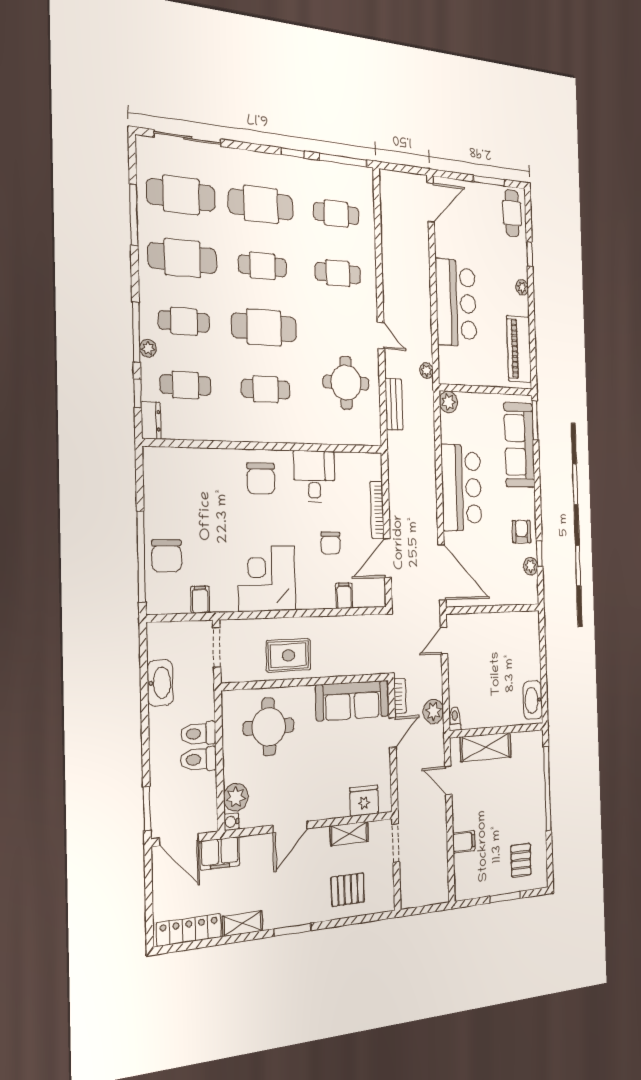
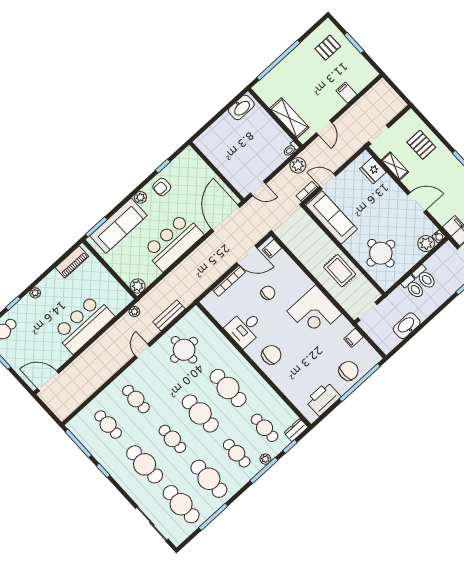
piano: (519, 349) -> (72, 262), width x0.73, depth x0.75
cafe table: (266, 389) -> (228, 388), width x1.37, depth x1.35
printer: (160, 491) -> (323, 399), added
plant: (531, 566) -> (140, 197), moved
filing cabinet: (344, 596) -> (272, 249), moved

